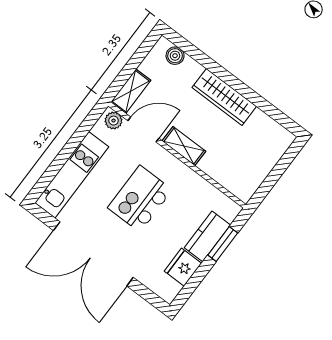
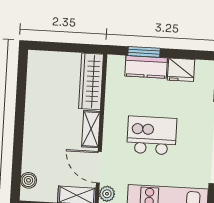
wardrobe: (224, 97) -> (91, 81), moved, turned 180
kitchen island: (140, 199) -> (152, 135), turned 180

